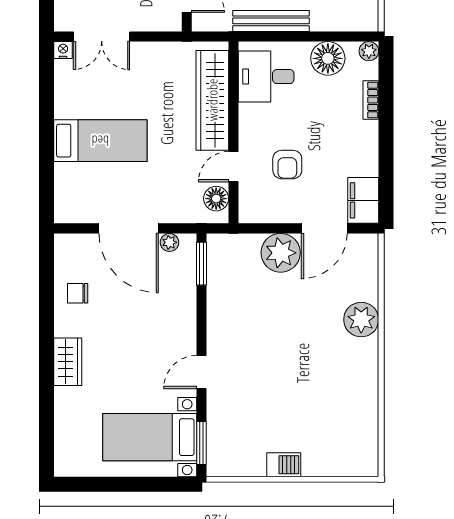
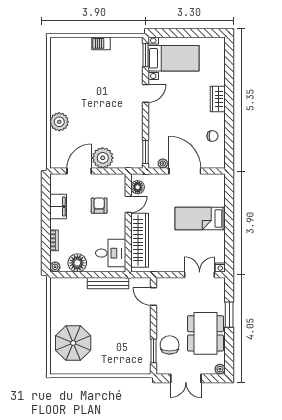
filing cabinet: (363, 200) -> (58, 206), moved

